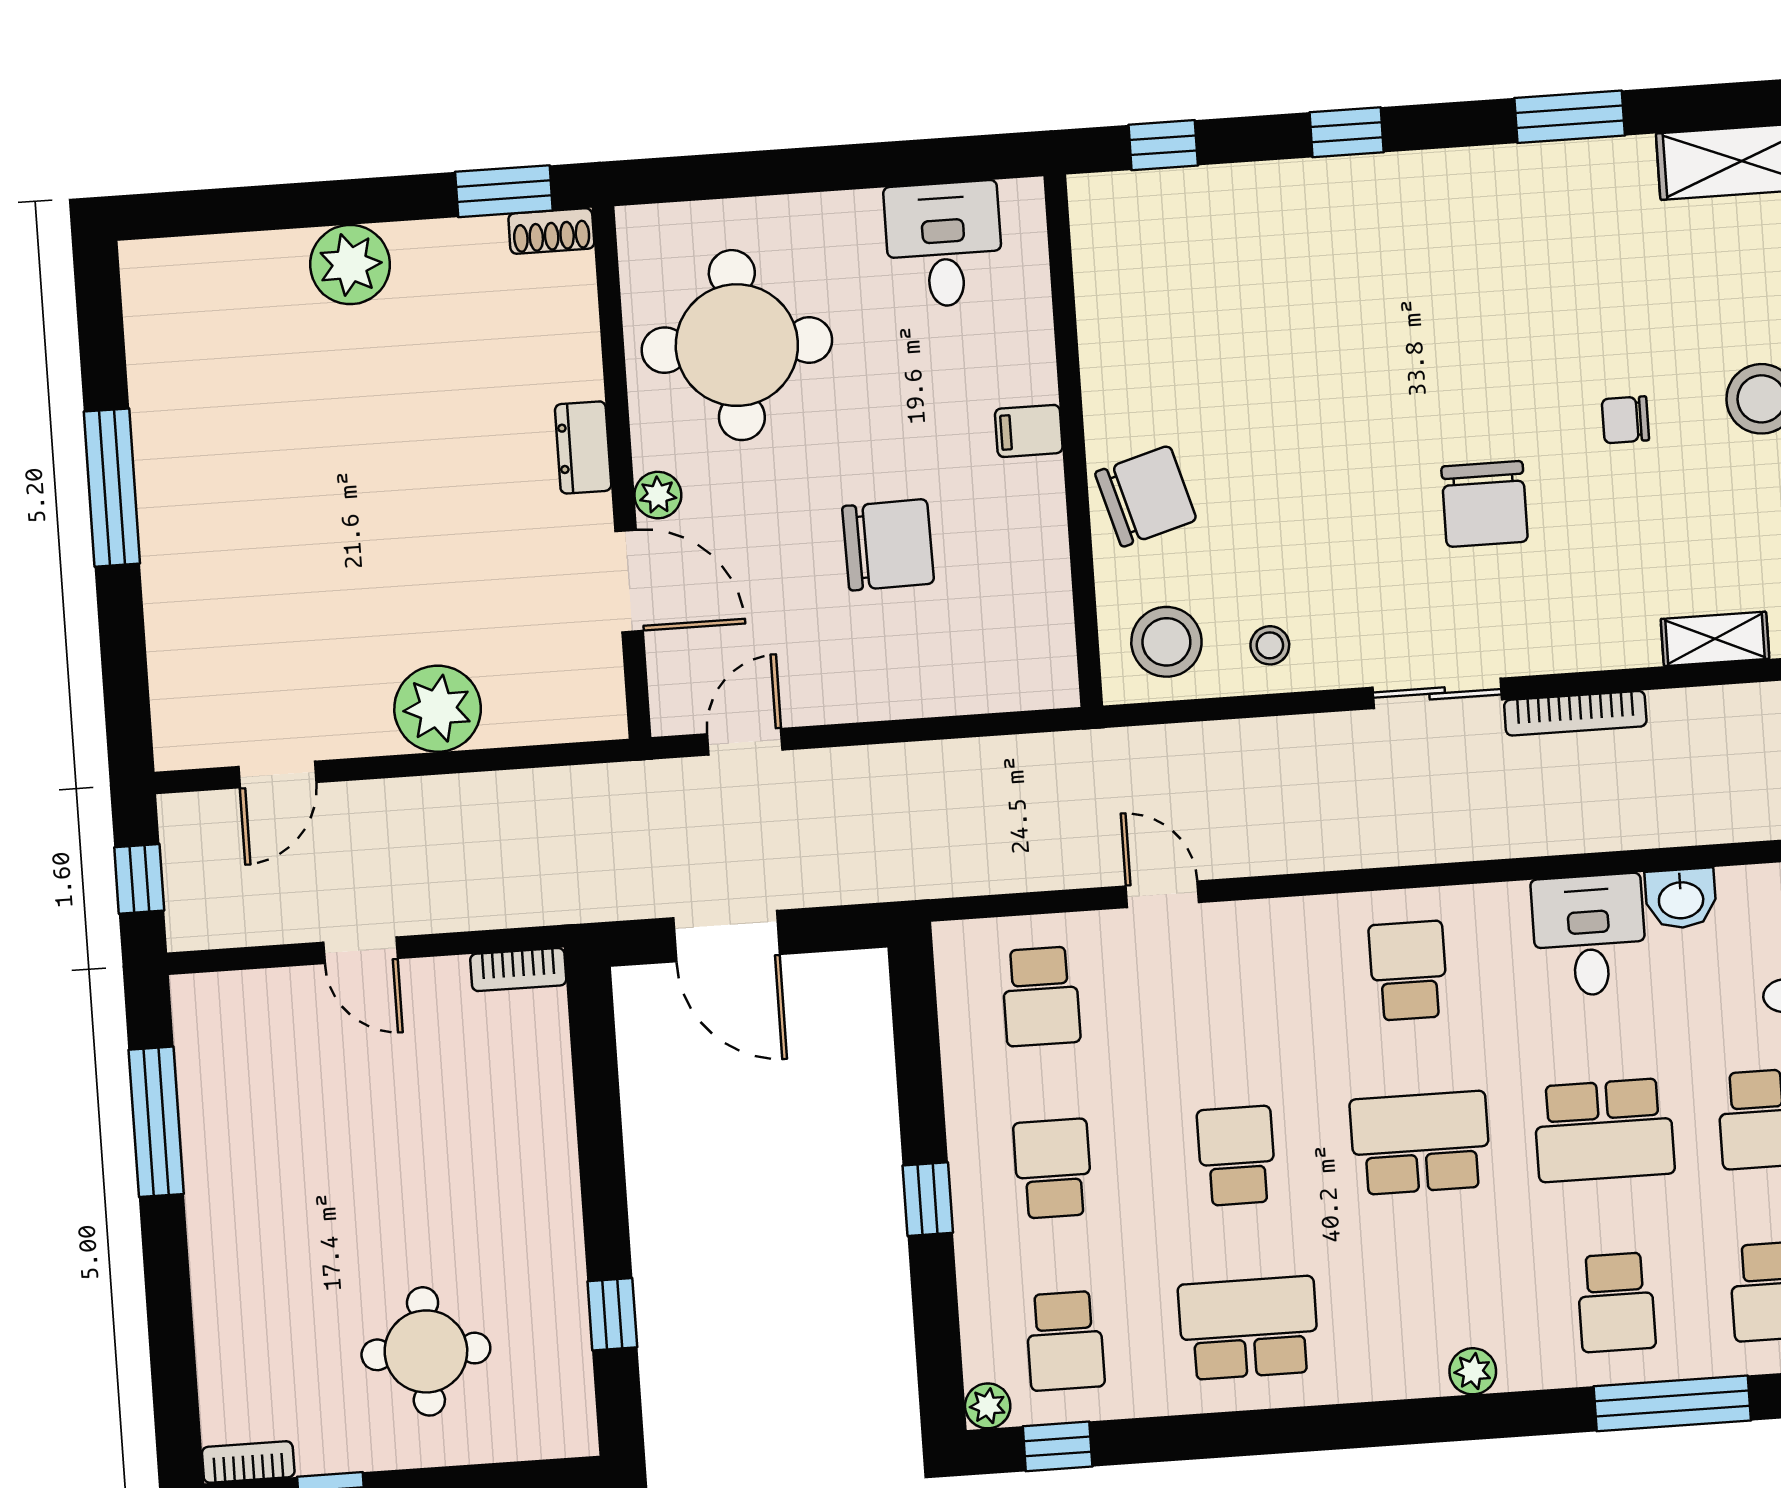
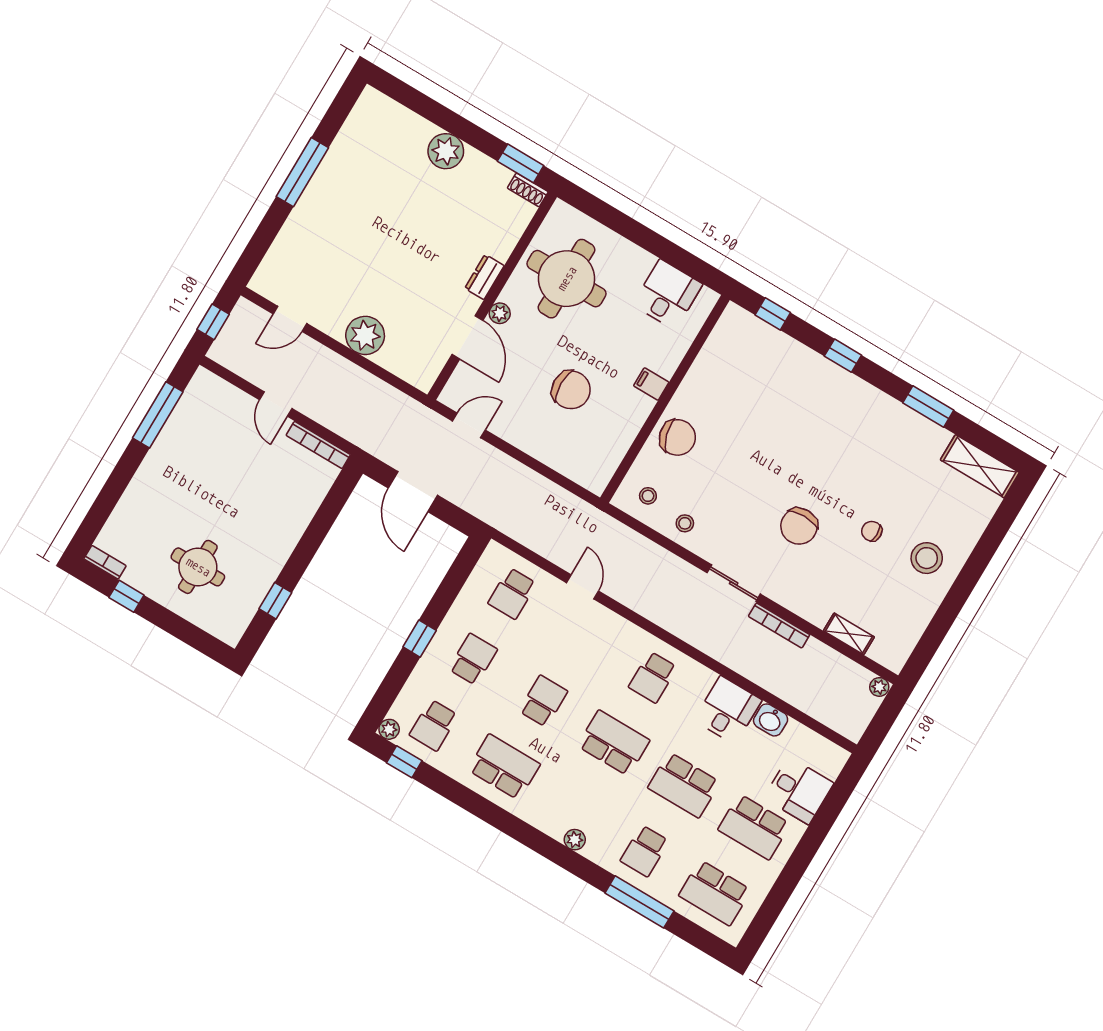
stool: (1166, 642) -> (648, 496), width x0.53, depth x0.53
bookcase: (518, 970) -> (318, 445), width x1.56
school desk: (1408, 971) -> (653, 677), turned 180

